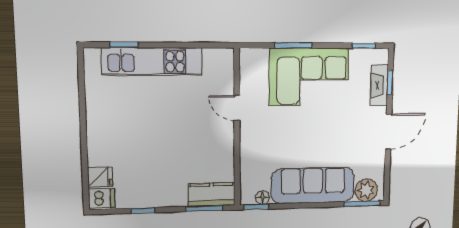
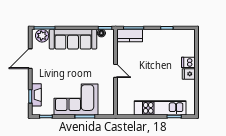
door: (237, 108) -> (116, 71), moved
door: (388, 132) -> (30, 59), moved
fridge: (100, 177) -> (189, 74), moved
dishwasher: (102, 198) -> (188, 62), moved

